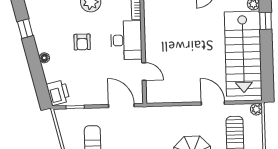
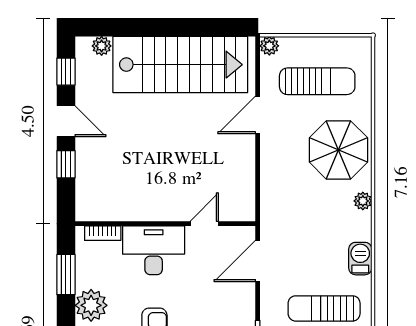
window: (266, 21) -> (129, 27), removed

